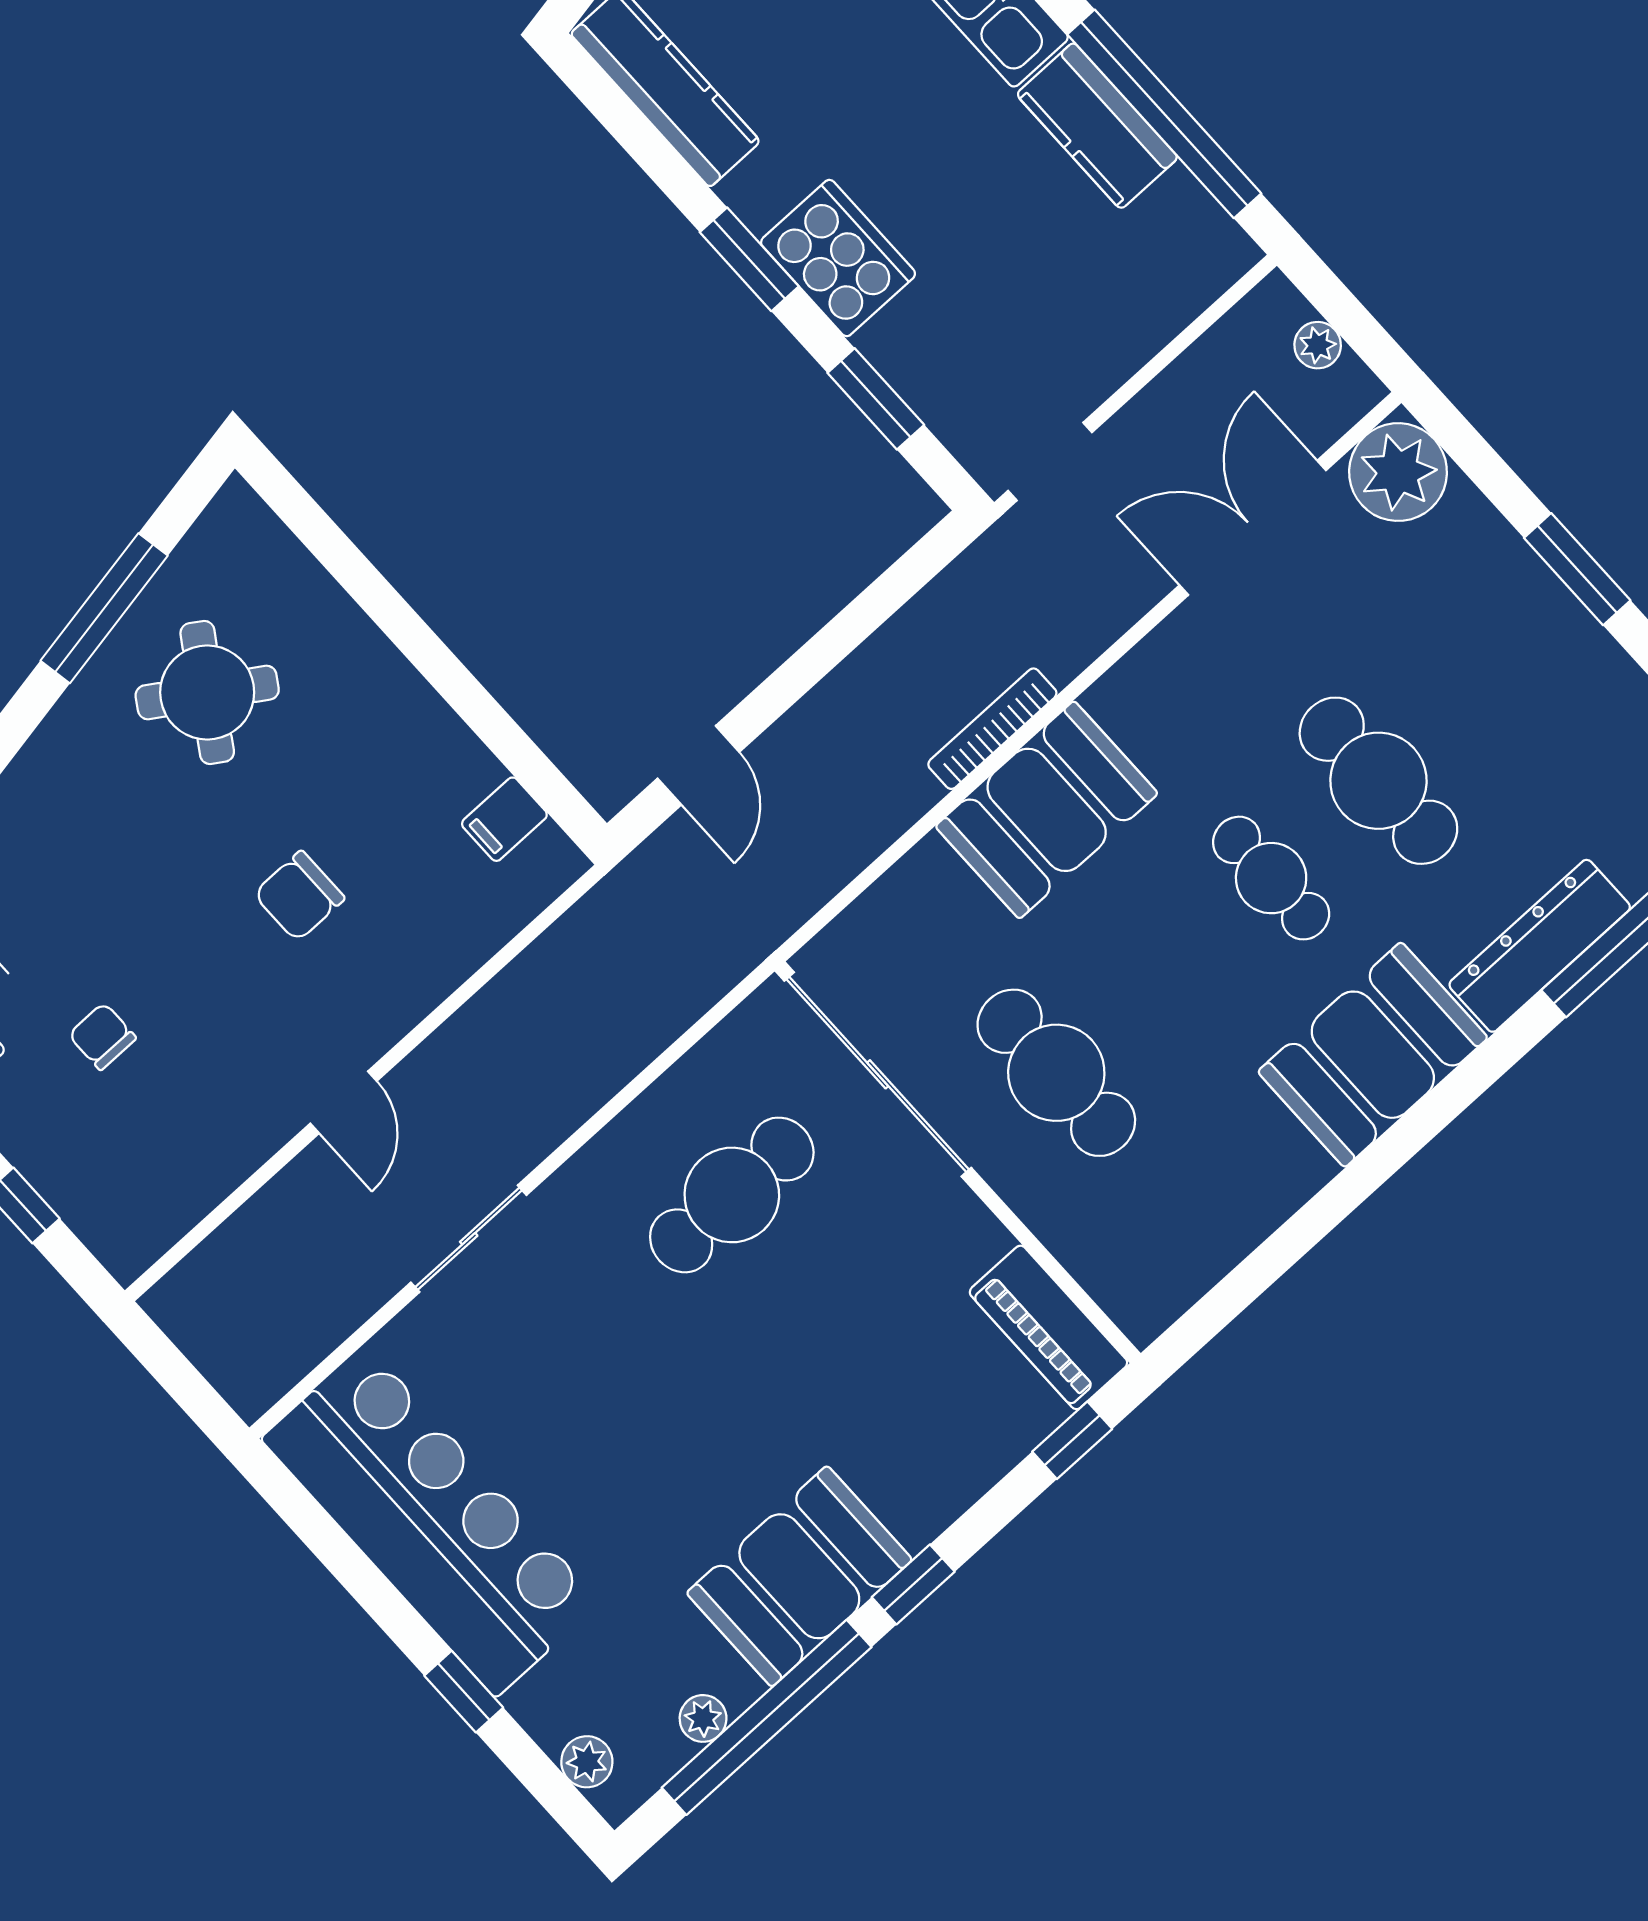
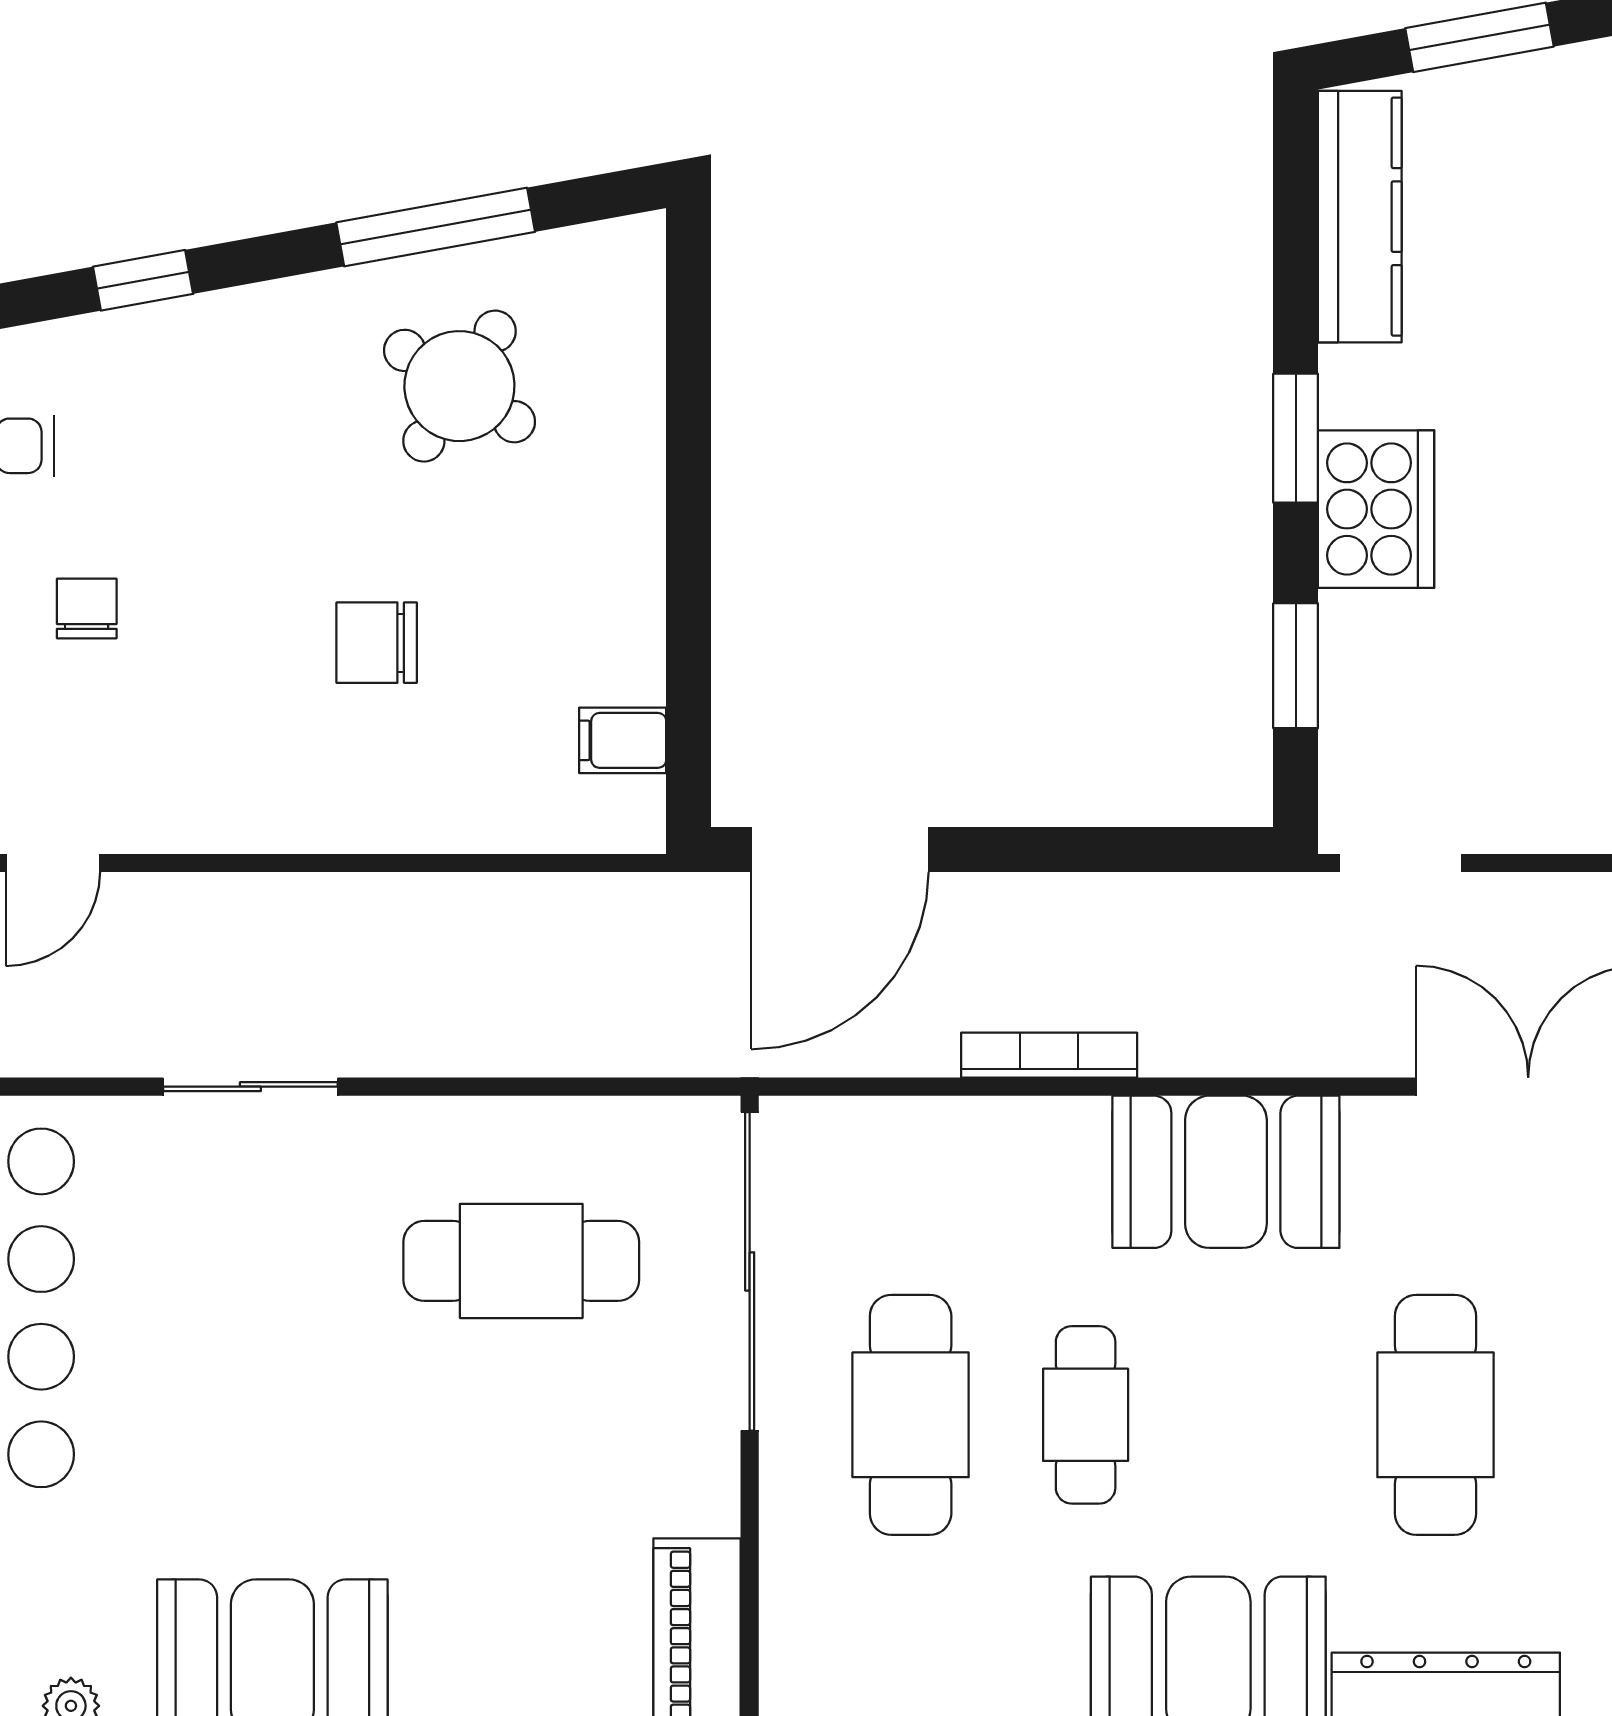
bookcase: (992, 729) -> (1049, 1055), moved
door: (698, 765) -> (840, 850), width x1.87
booth: (1047, 810) -> (1226, 1172), moved
cafe table: (1271, 878) -> (1086, 1415), moved
door: (343, 1102) -> (53, 863), moved

